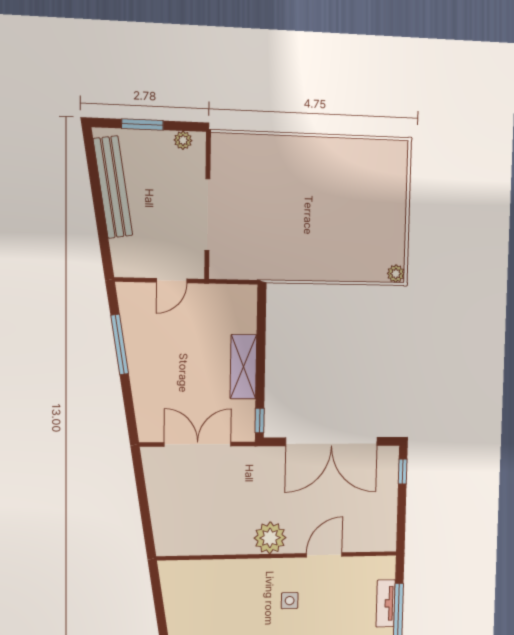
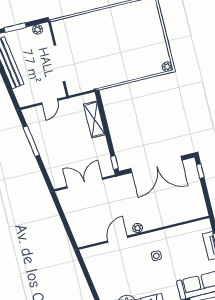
shelving: (243, 367) -> (94, 119), moved
plant: (270, 538) -> (138, 228), width x0.53, depth x0.53
door: (324, 555) -> (118, 239), moved

